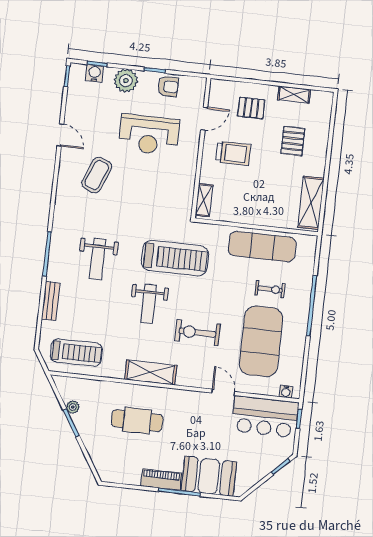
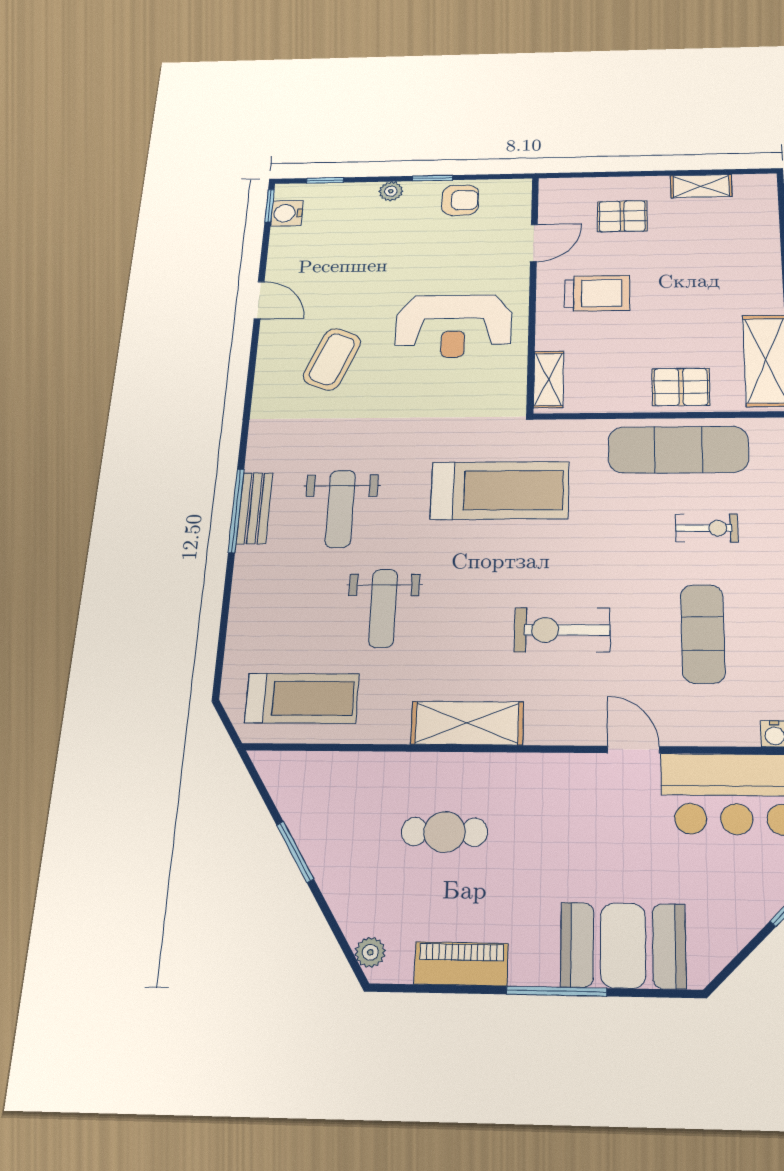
water cooler: (95, 73) -> (287, 213), moved, turned -90
plant: (126, 81) -> (391, 191), width x0.53, depth x0.53
reception desk: (149, 135) -> (454, 326), moved
pallet: (293, 141) -> (681, 387), moved, turned 90
bench: (51, 301) -> (254, 508), moved
weight bench: (149, 304) -> (383, 608), moved
exercise mat: (261, 341) -> (703, 634), width x0.50, depth x0.69
plant: (73, 407) -> (370, 952), moved
cafe table: (137, 421) -> (445, 832), width x0.73, depth x0.74
piano: (161, 480) -> (461, 964), moved

